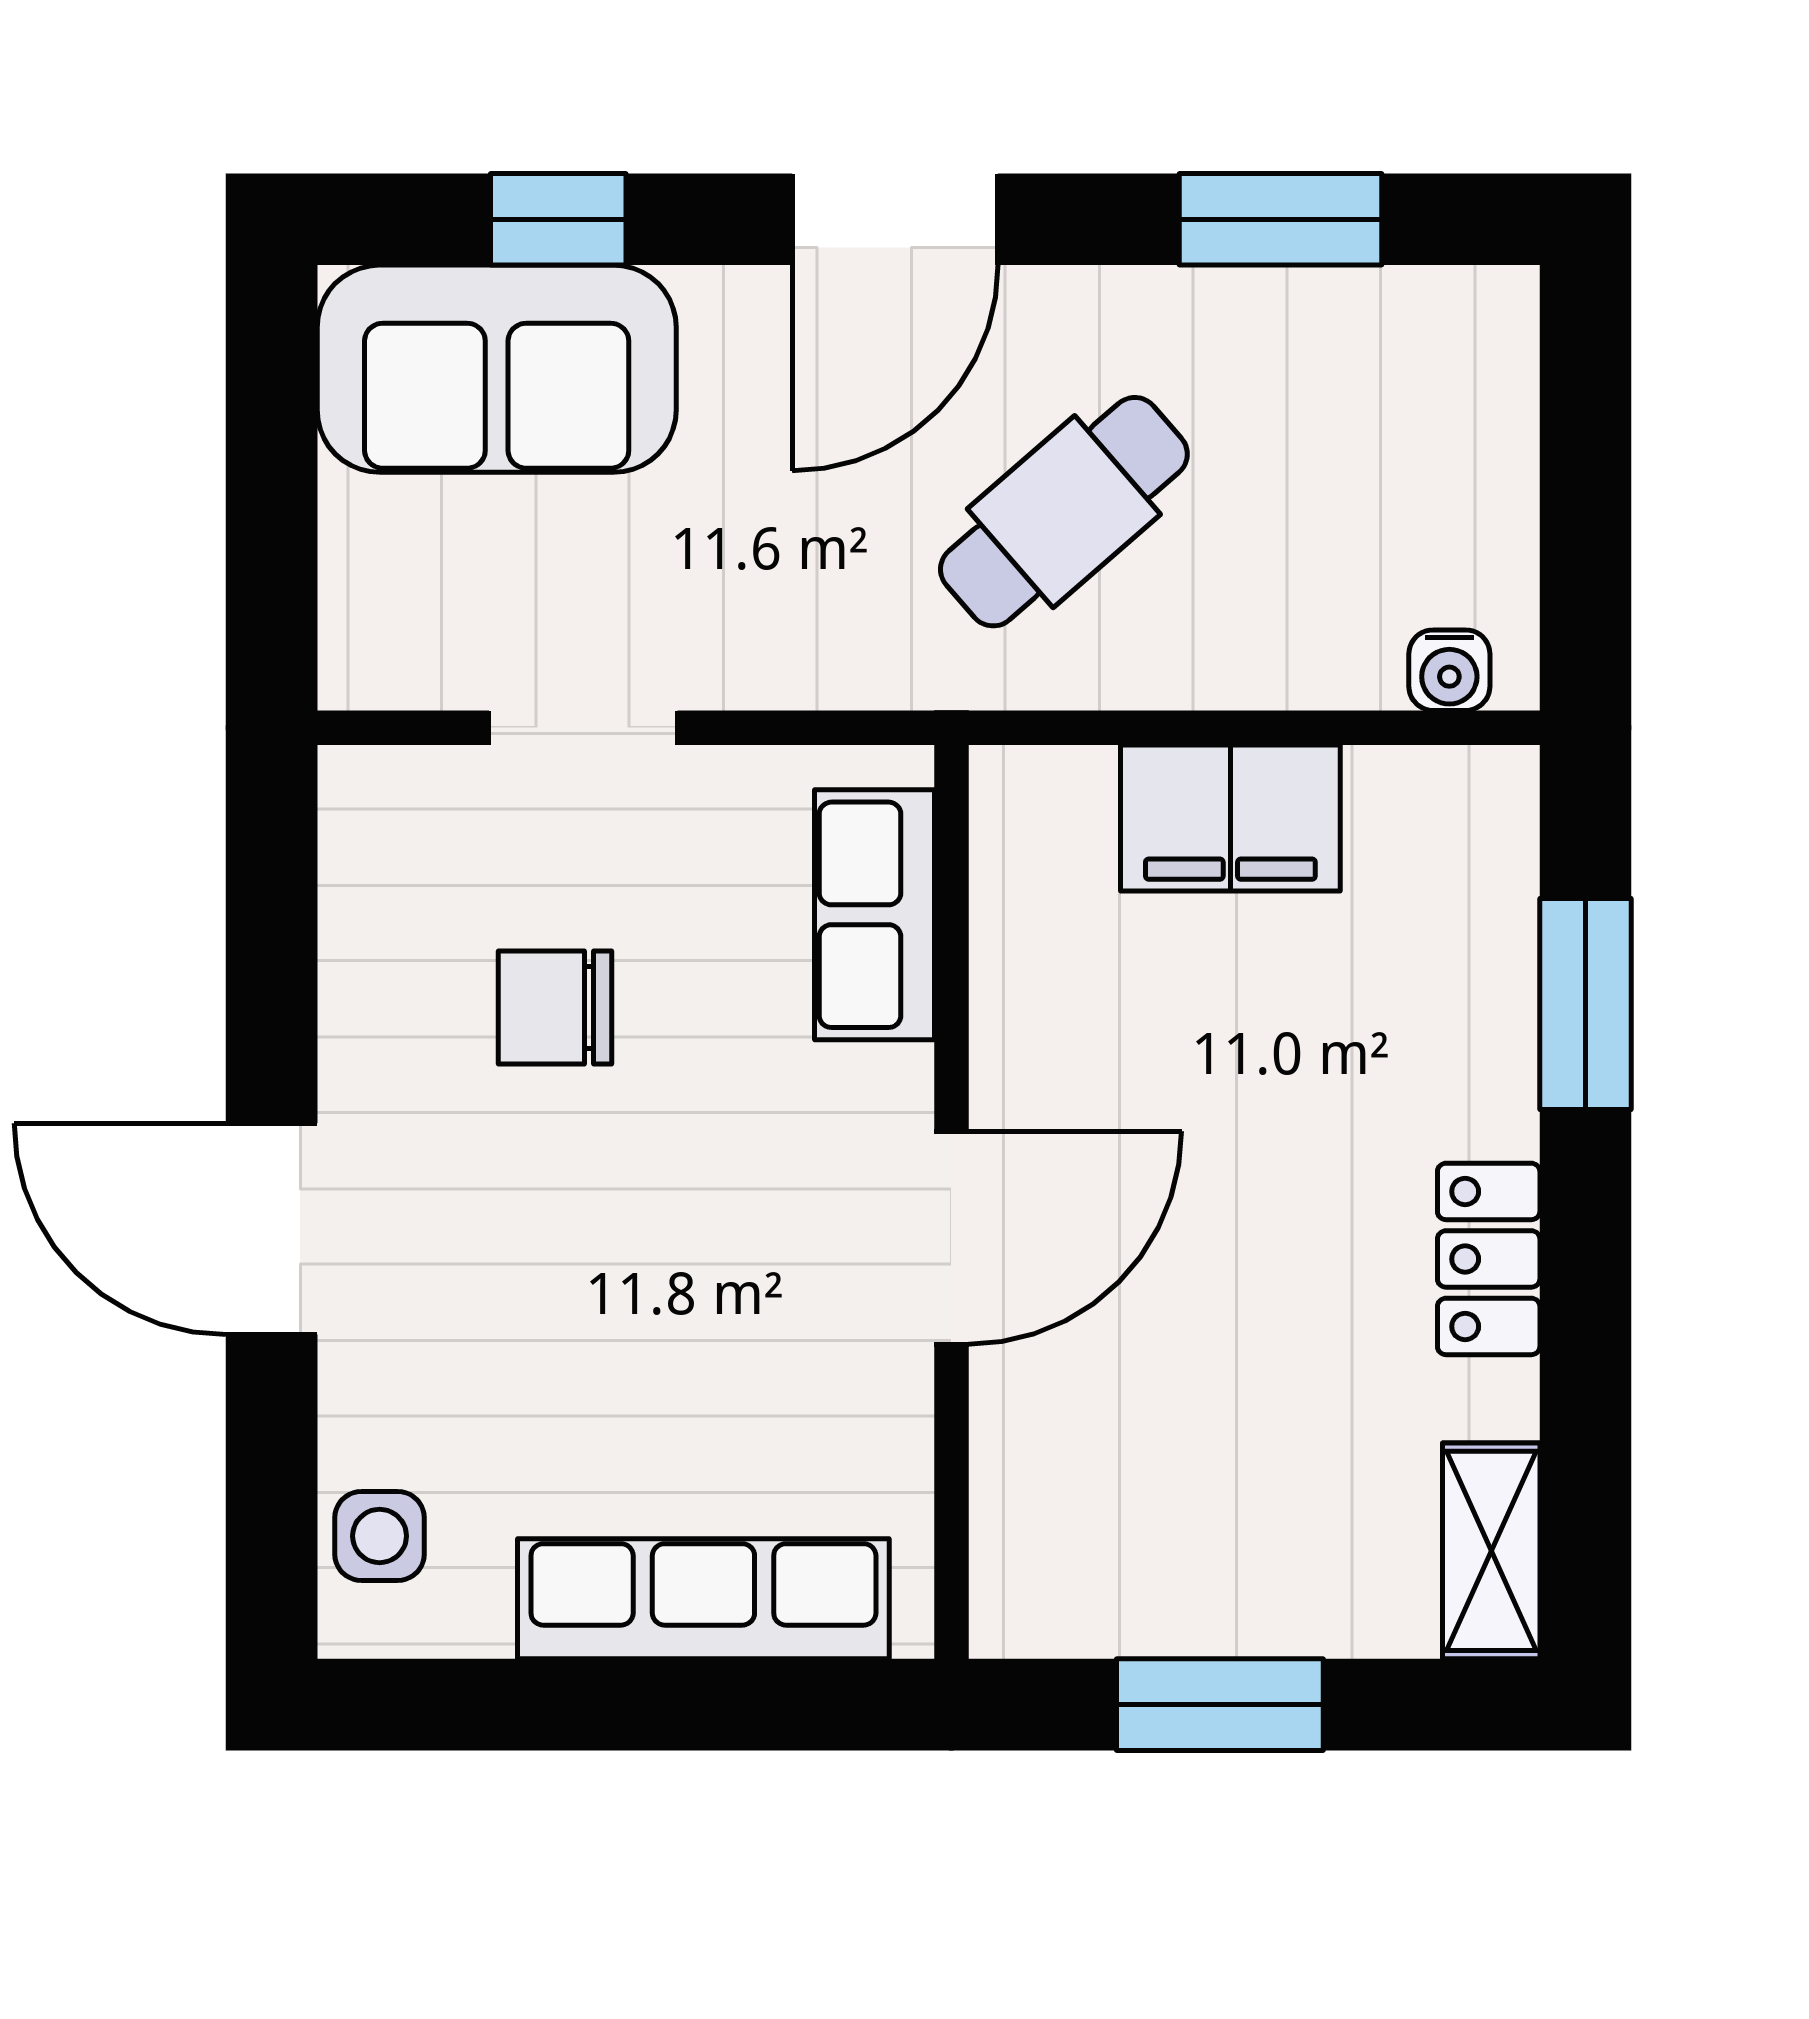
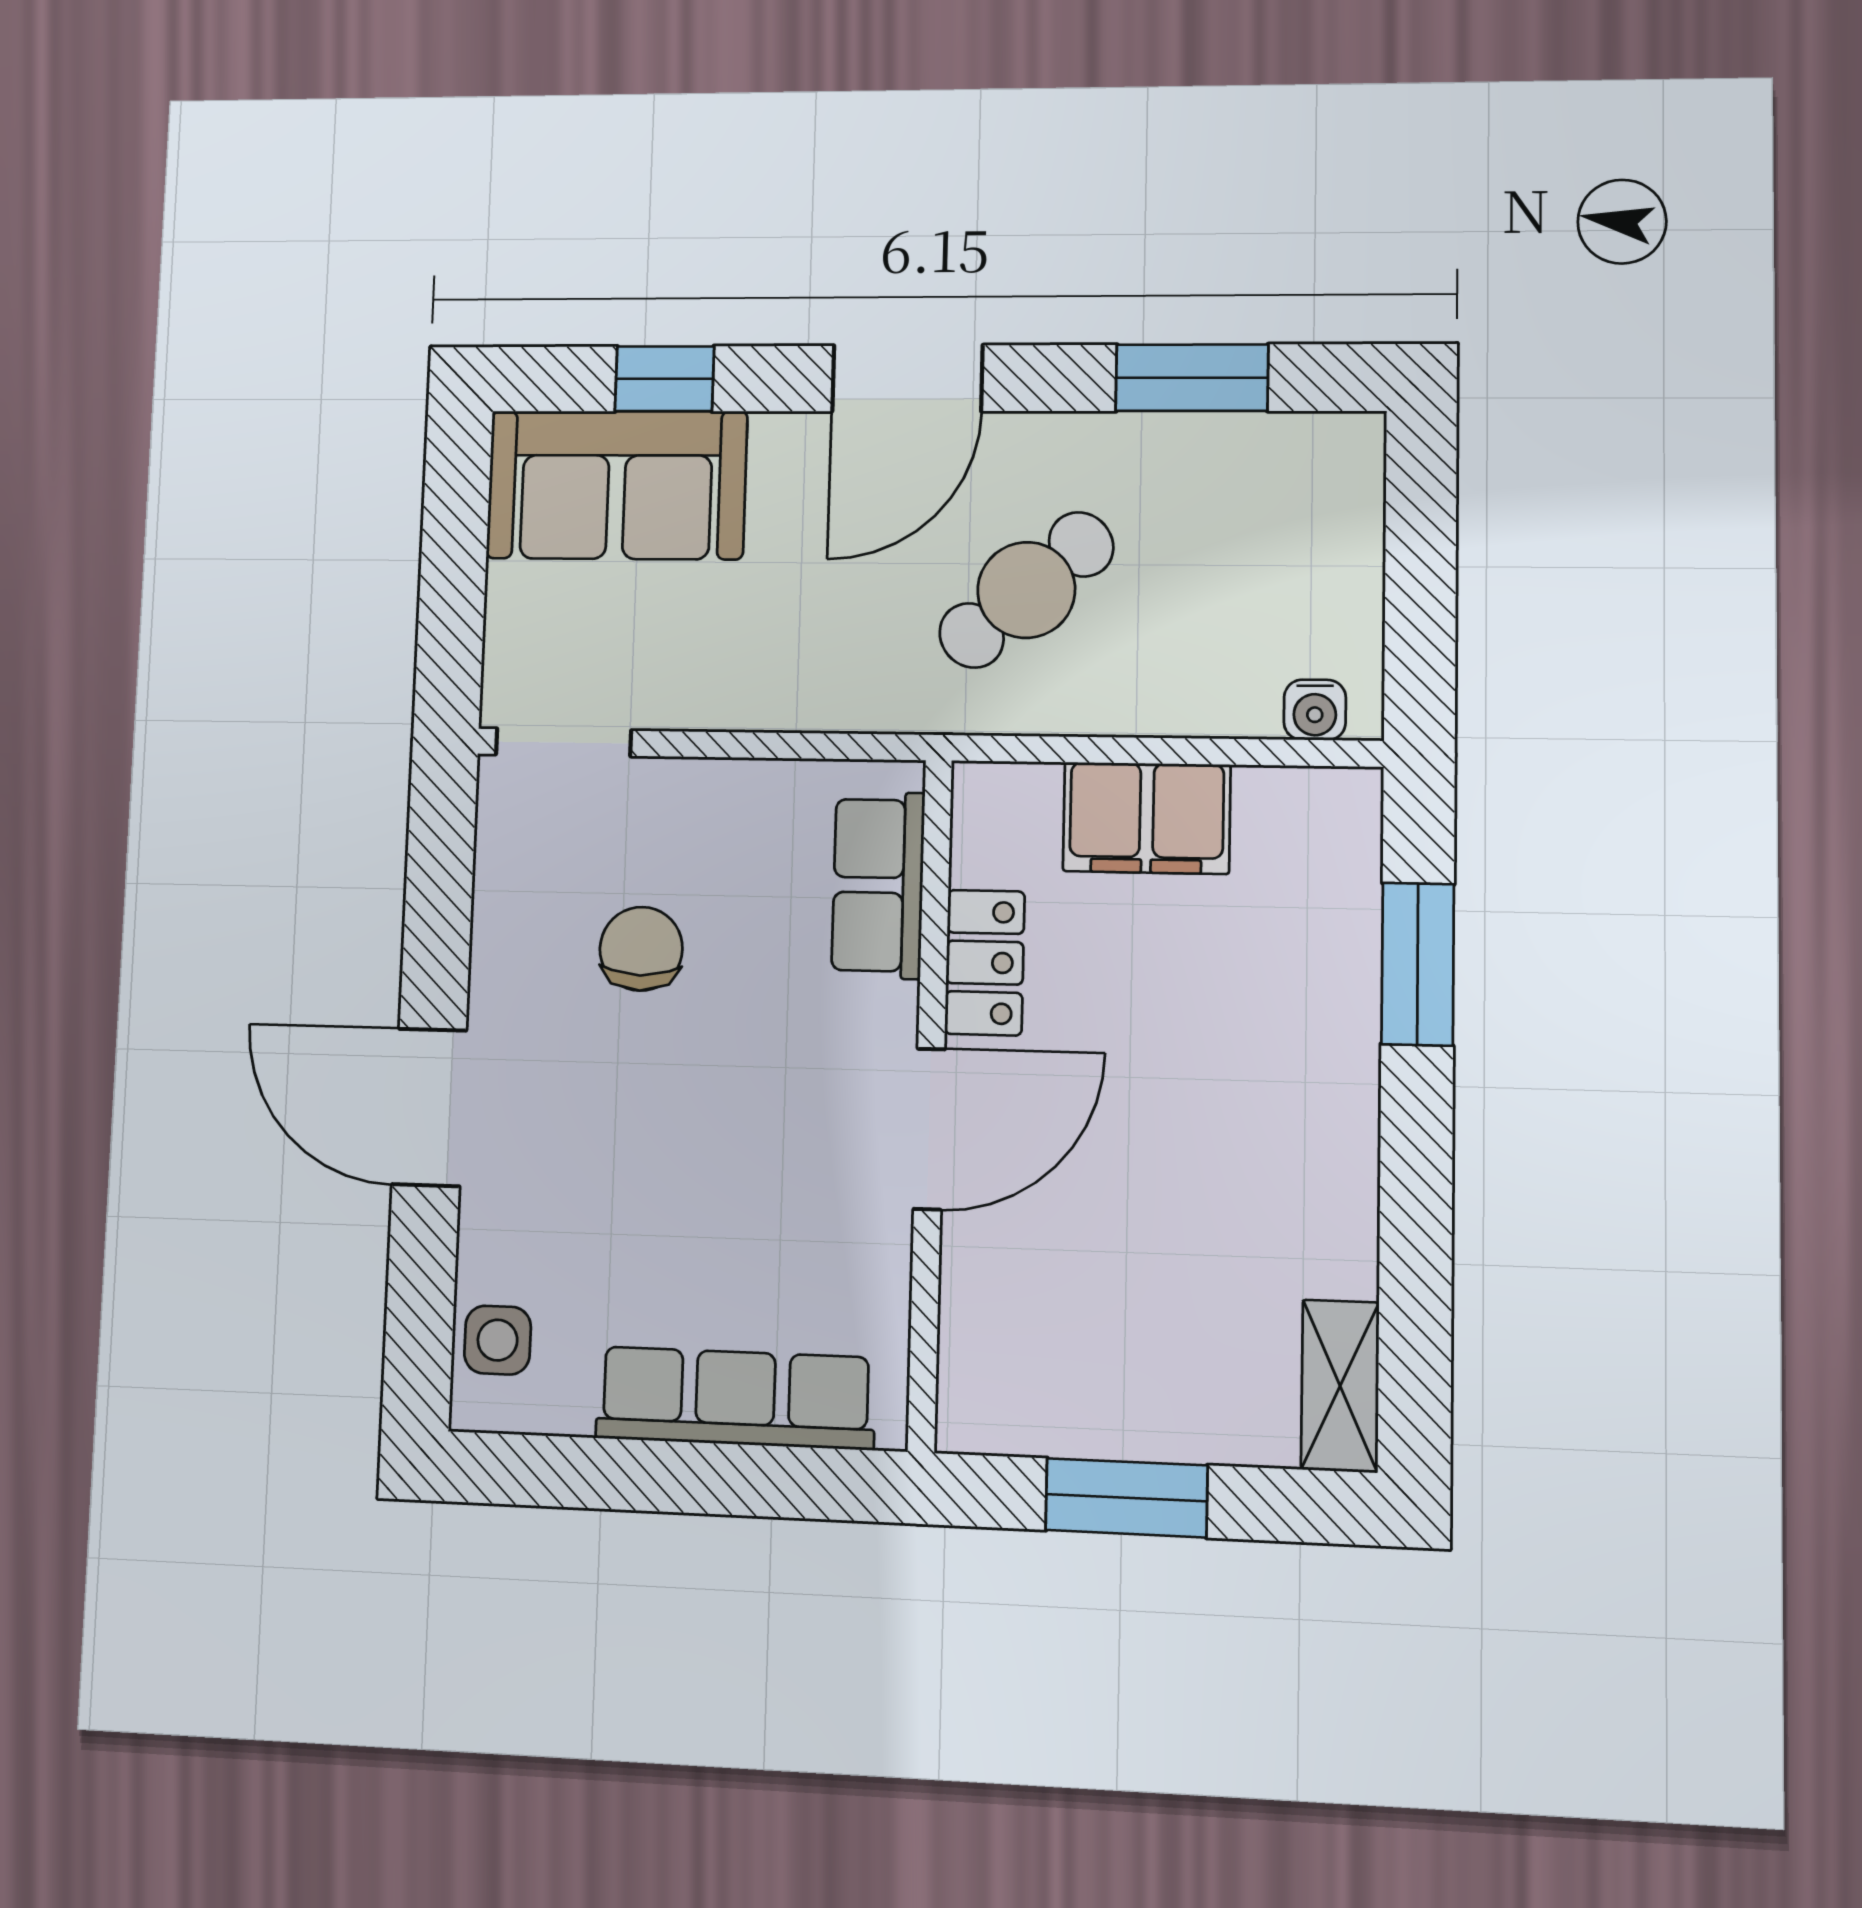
doorway: (583, 728) -> (563, 742), moved
chair: (555, 1007) -> (641, 949), turned 90
locker: (1489, 1259) -> (985, 963), moved, turned 180

